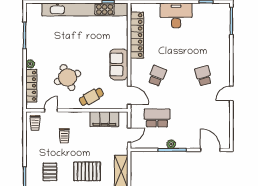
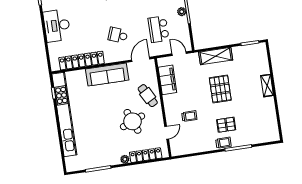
sofa: (119, 64) -> (107, 75), width x1.36
door: (51, 110) -> (167, 133), swing flipped
trolley: (35, 123) -> (223, 143), moved

